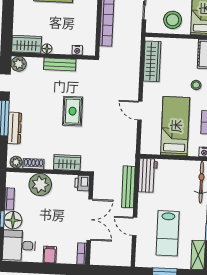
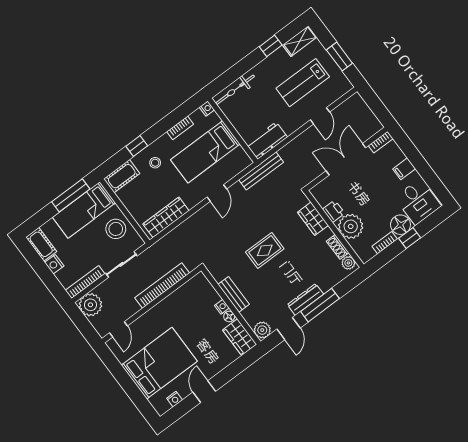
nightstand: (77, 50) -> (222, 307), moved
dresser: (14, 128) -> (305, 299), moved
printer: (82, 183) -> (334, 211), moved, turned -90
bench: (128, 187) -> (261, 171), moved
lab bench: (168, 233) -> (303, 83), turned 180

